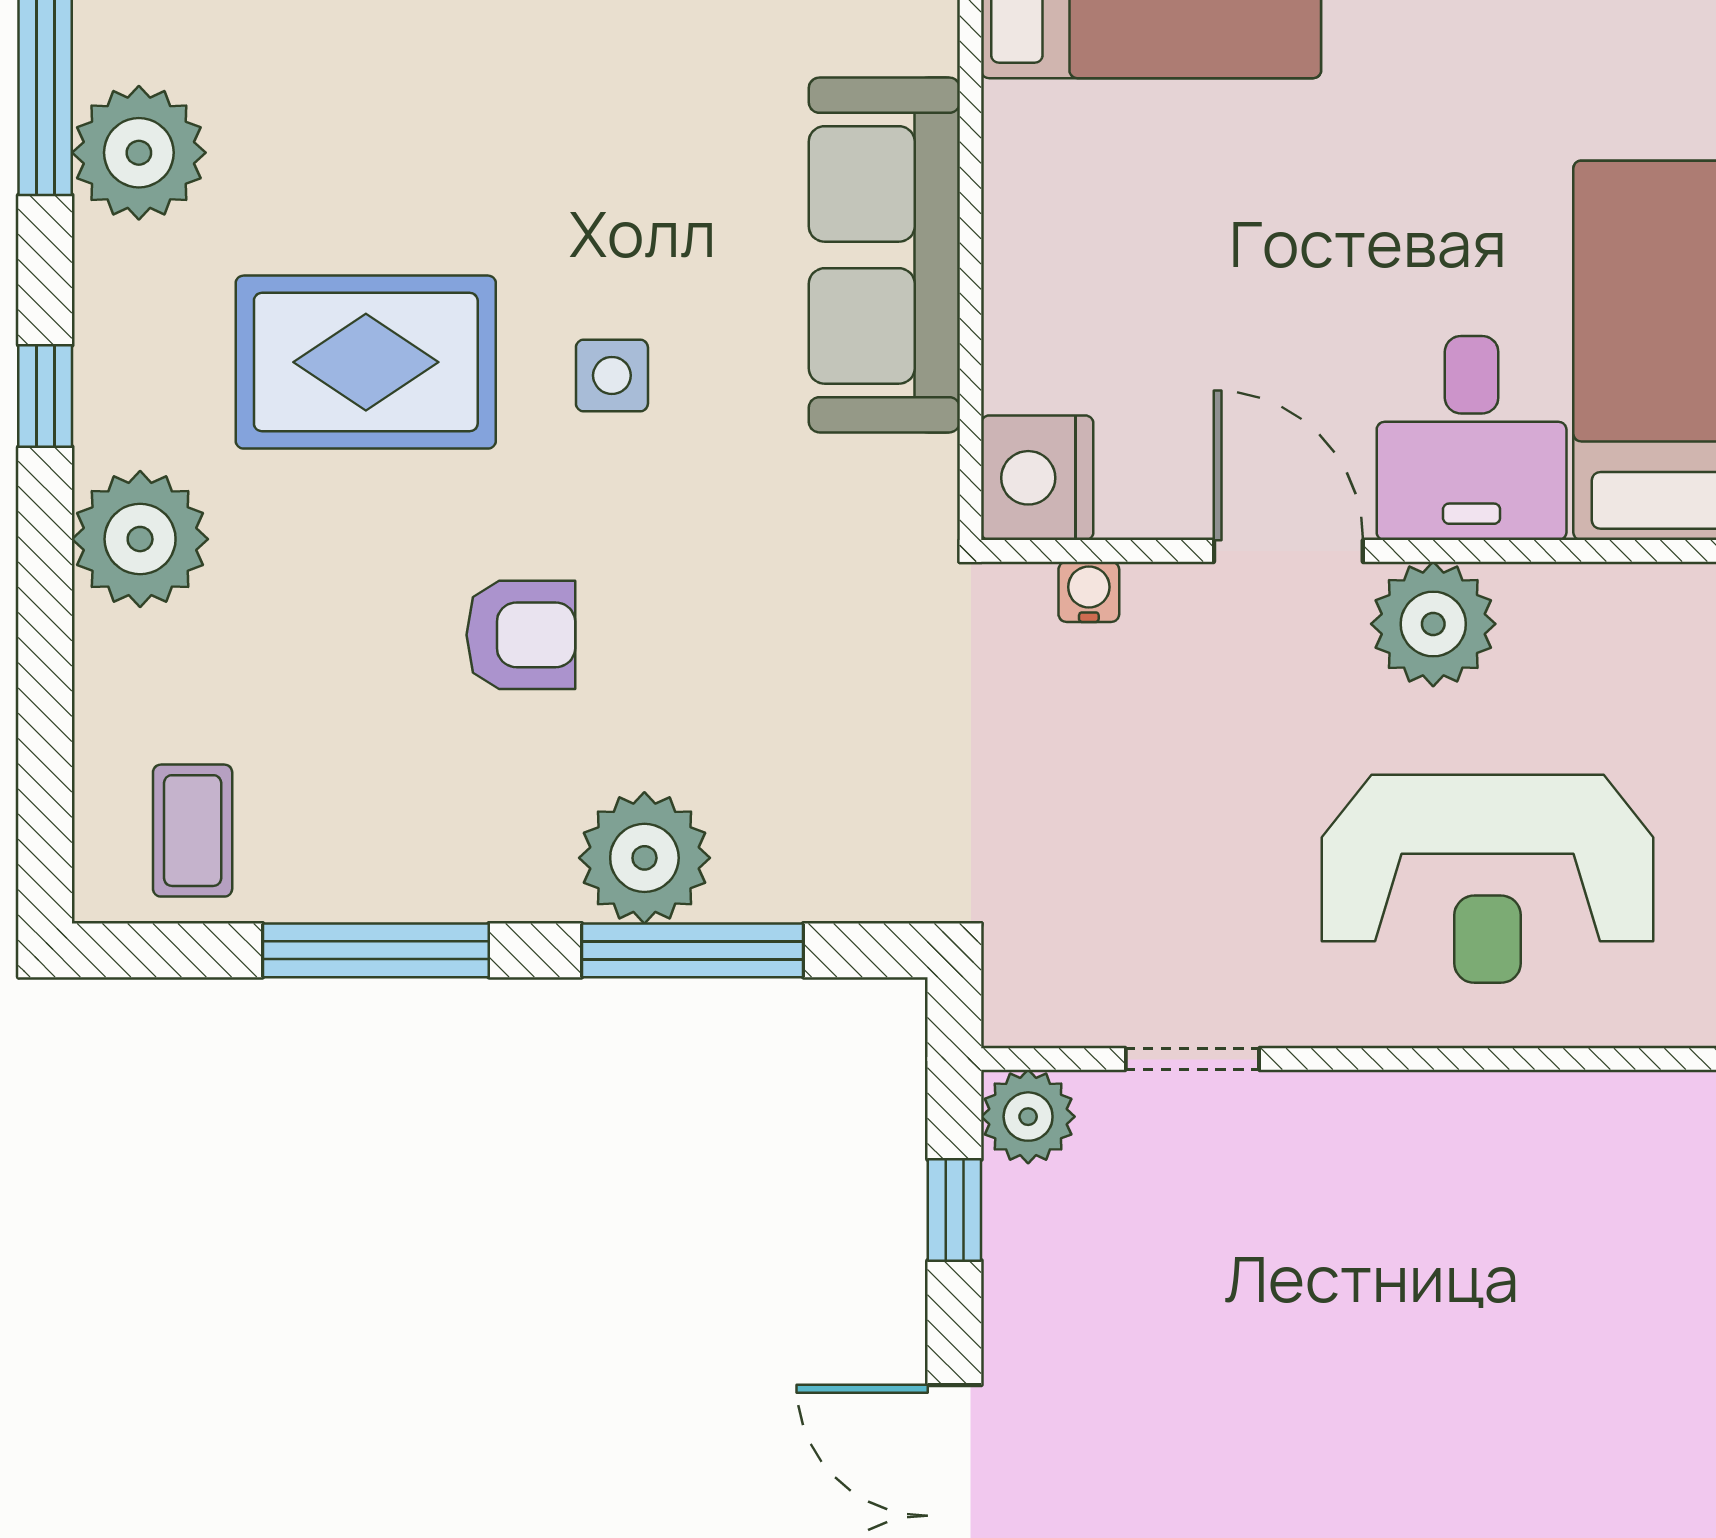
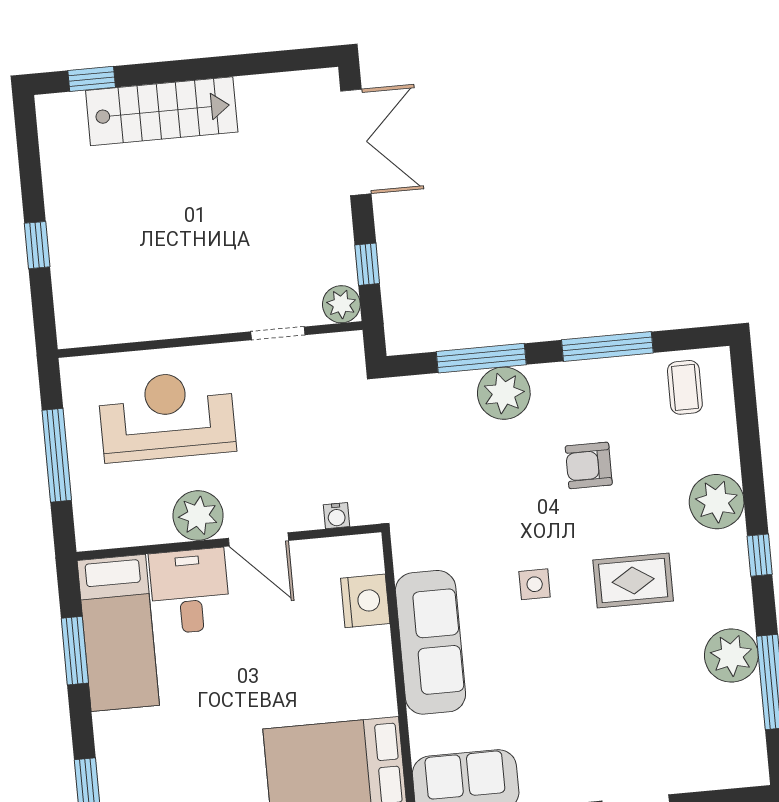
rug: (366, 362) -> (633, 580), width x0.73, depth x0.70
nightstand: (1037, 478) -> (365, 601), moved
armchair: (521, 635) -> (589, 465), moved

